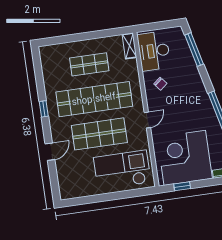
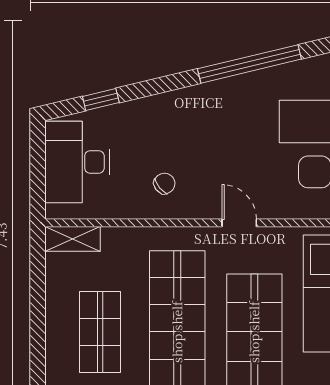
window: (194, 50) -> (101, 99), width x0.46
desk: (154, 51) -> (77, 162), moved, turned 90

